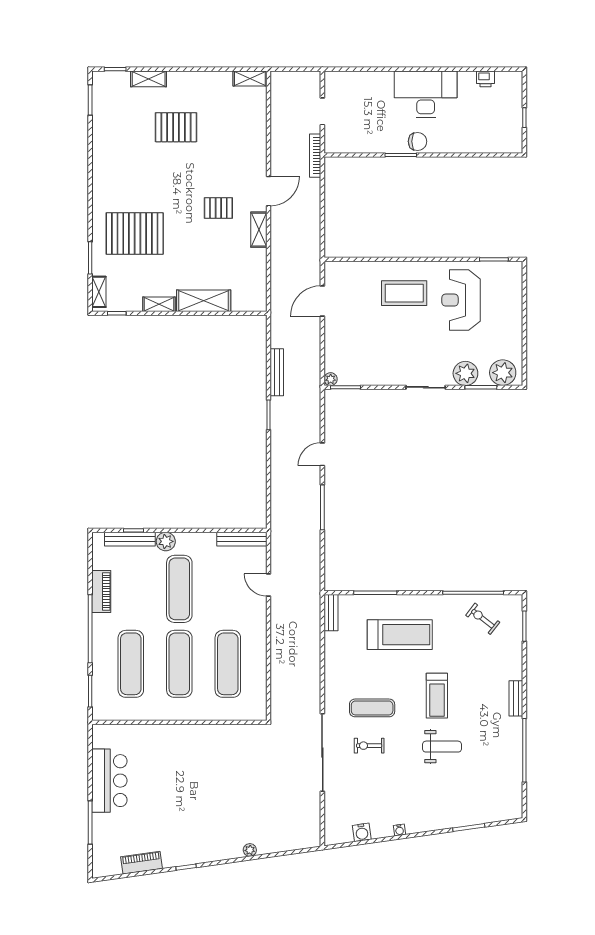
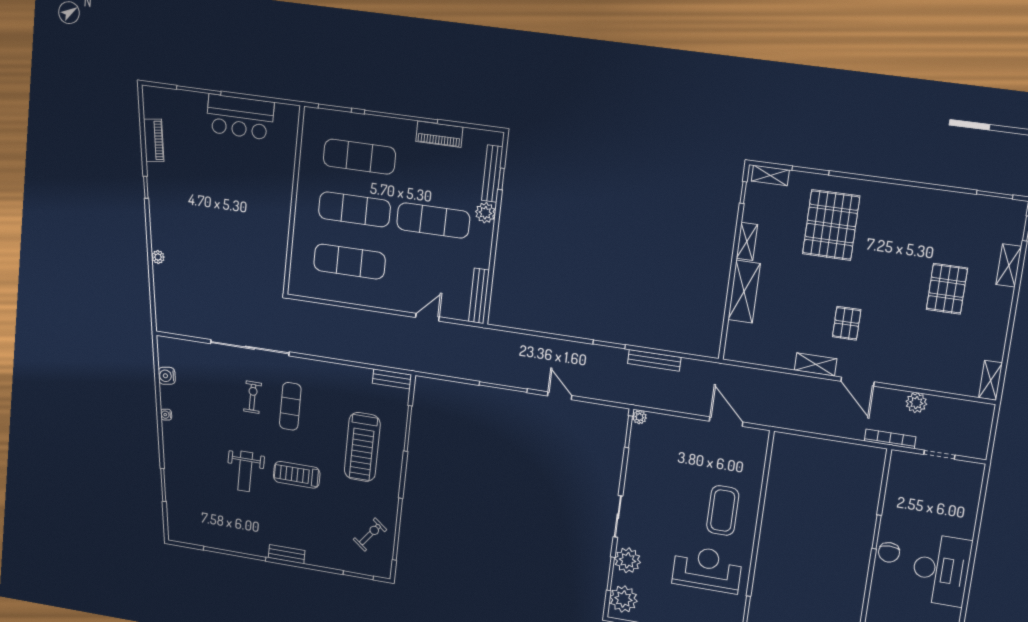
plant: (279, 138) -> (916, 403), added

